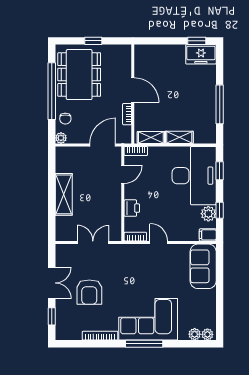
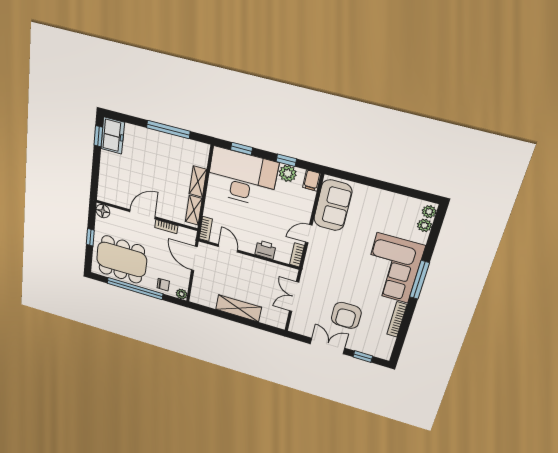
floor lamp: (125, 51) -> (103, 211), added
sofa: (203, 266) -> (333, 205), moved, turned -90
armchair: (89, 292) -> (346, 315), turned 90

